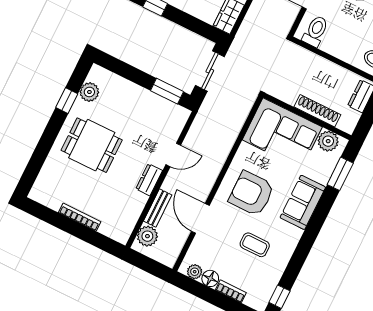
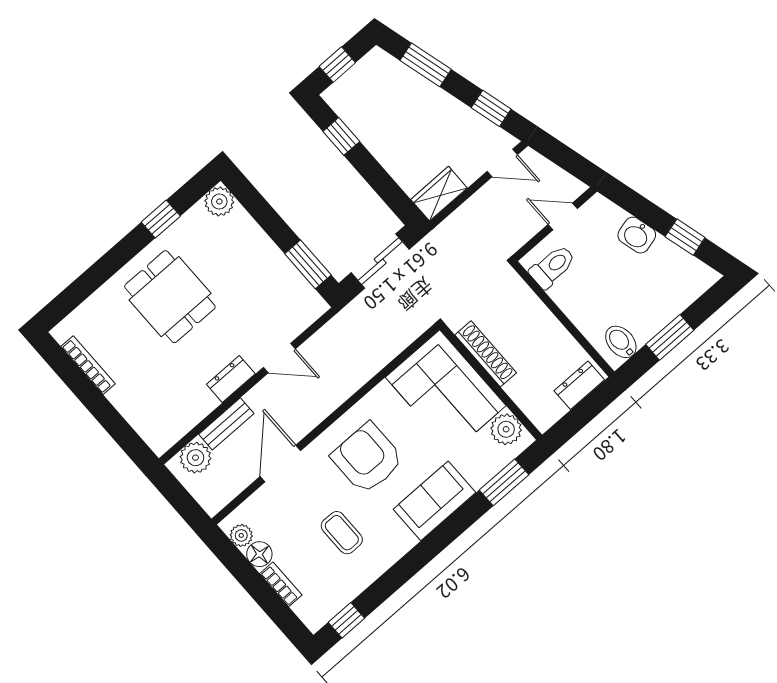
plant: (89, 92) -> (219, 202), moved
shoe rack: (317, 111) -> (486, 354), moved
bookcase: (80, 217) -> (88, 365), moved

